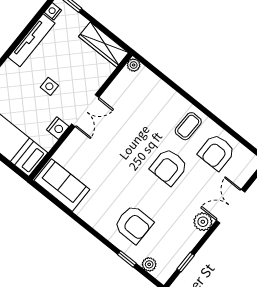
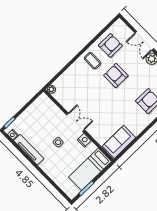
wardrobe: (103, 45) -> (37, 106), removed
armchair: (216, 152) -> (110, 45), turned -90
armchair: (169, 167) -> (116, 75), turned 180

